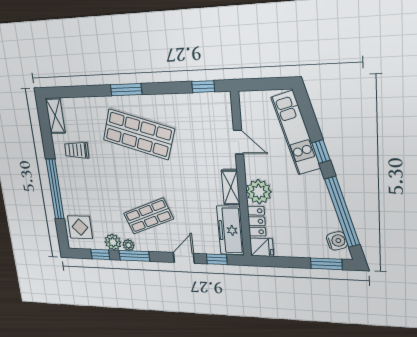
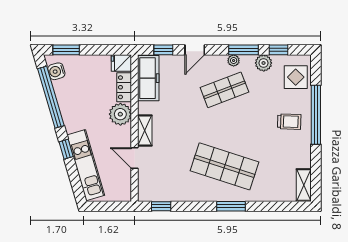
trolley: (77, 150) -> (289, 122), moved
shelving: (231, 187) -> (145, 131), moved
plant: (129, 245) -> (234, 61), moved

